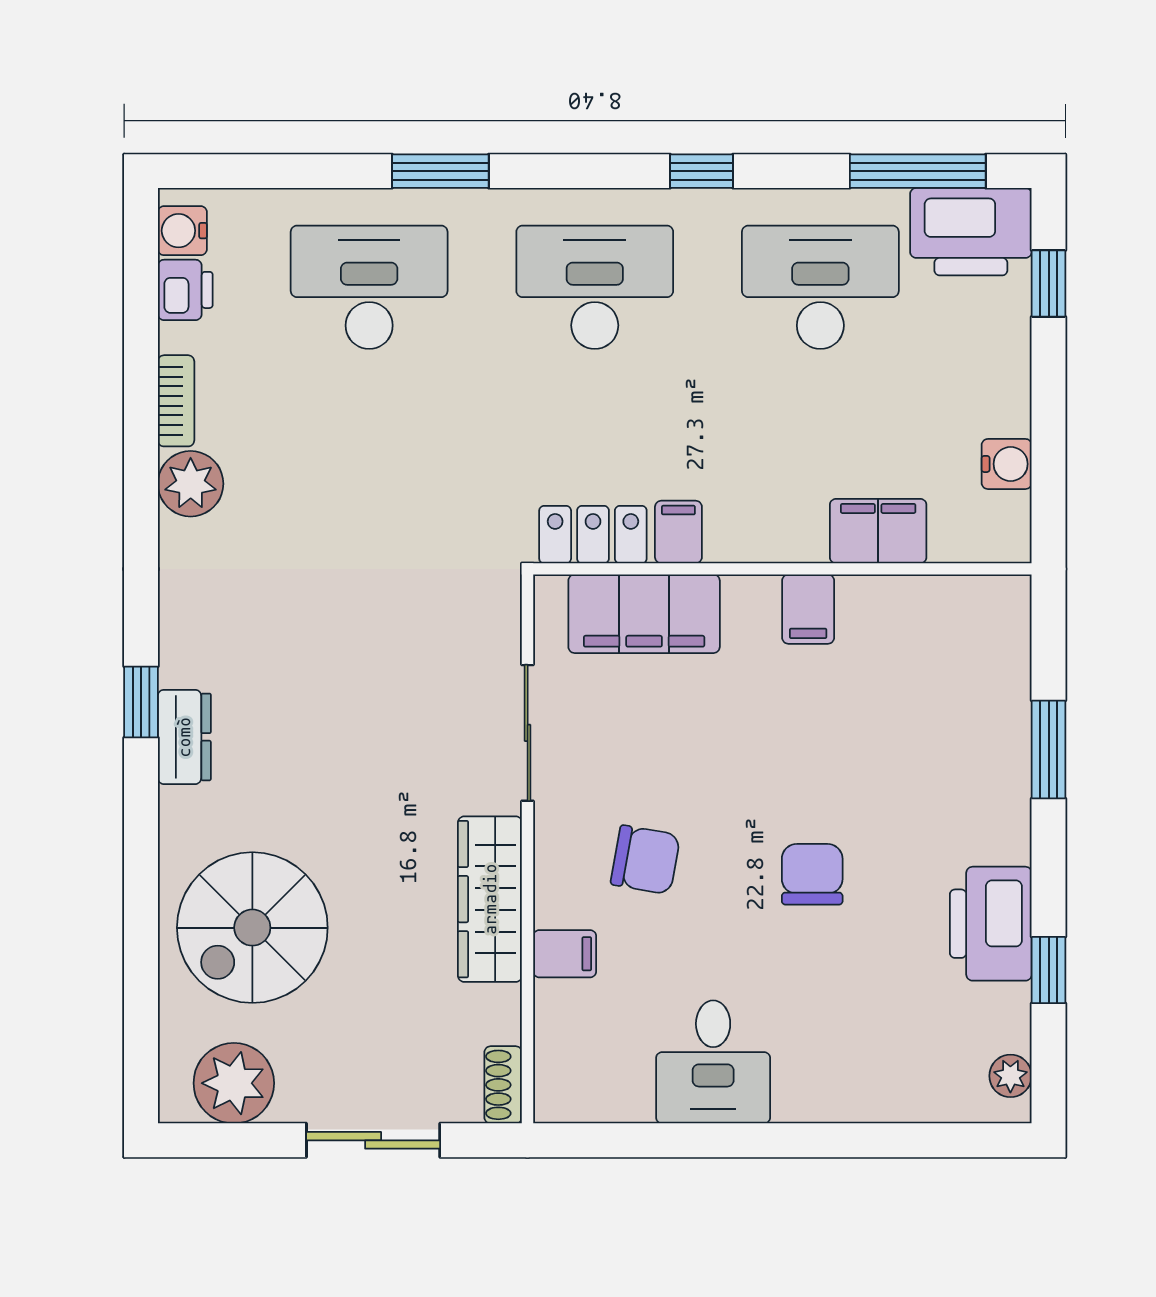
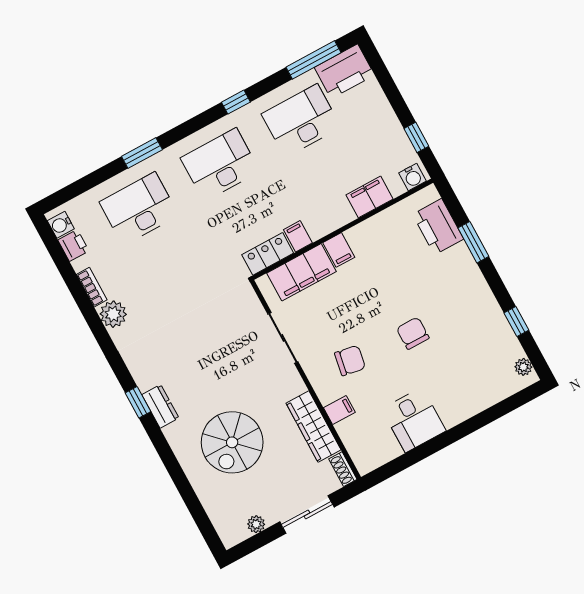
window: (1049, 284) -> (416, 137), moved
water cooler: (1007, 464) -> (413, 177), moved, turned 90
filing cabinet: (808, 609) -> (339, 250), moved
wardrobe: (490, 899) -> (313, 426), moved
printer: (991, 924) -> (438, 227), moved
spiral stairs: (252, 928) -> (232, 442), moved
plant: (234, 1083) -> (256, 524), width x0.53, depth x0.53

